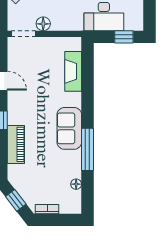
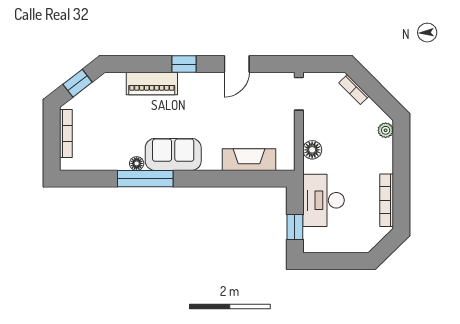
floor lamp: (43, 24) -> (312, 150), moved
floor lamp: (76, 184) -> (137, 163), moved
bookcase: (47, 209) -> (66, 134), width x1.56

